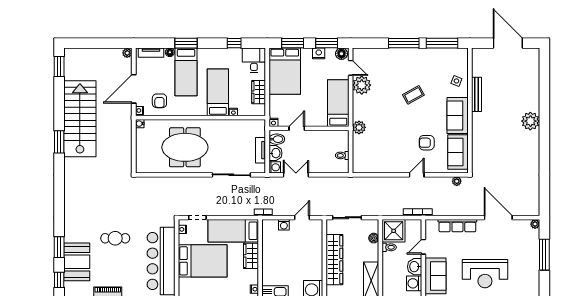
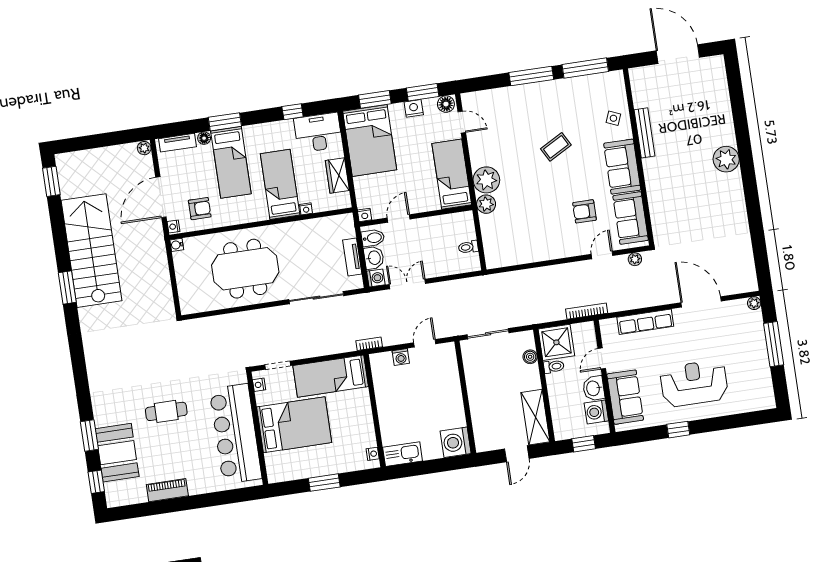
desk: (254, 60) -> (318, 133), width x1.37
plant: (362, 85) -> (486, 180), moved
armchair: (159, 101) -> (200, 209), turned -90
door: (417, 175) -> (602, 255), moved
wardrobe: (251, 256) -> (361, 408), removed
wardrobe: (334, 260) -> (479, 395), removed
reception desk: (485, 274) -> (694, 383), turned 180

